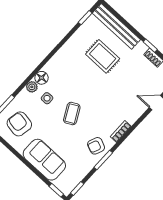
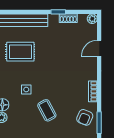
rug: (103, 56) -> (20, 52), moved
side table: (47, 98) -> (26, 90), moved

